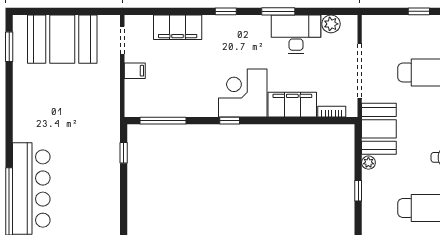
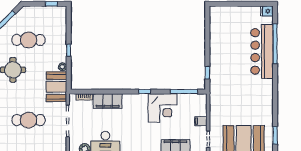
corner desk: (243, 93) -> (163, 108), moved

